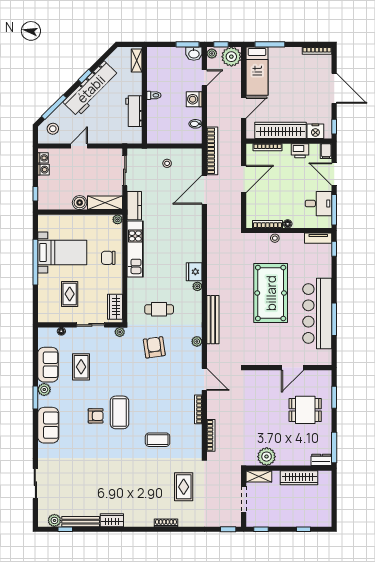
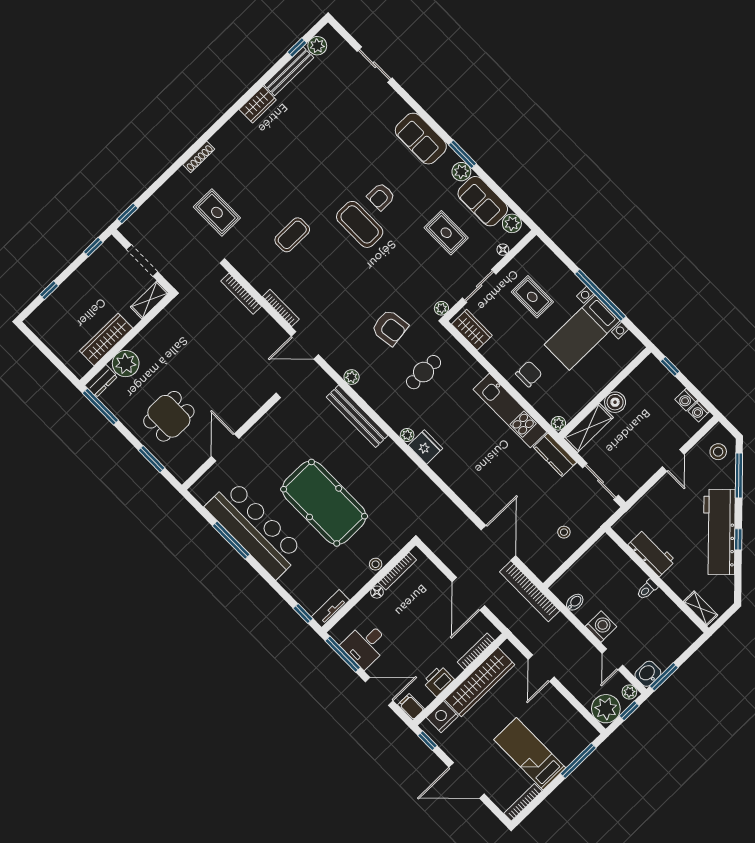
bed: (257, 71) -> (530, 754), moved
plant: (44, 340) -> (512, 223), added
plant: (267, 457) -> (126, 364), moved

